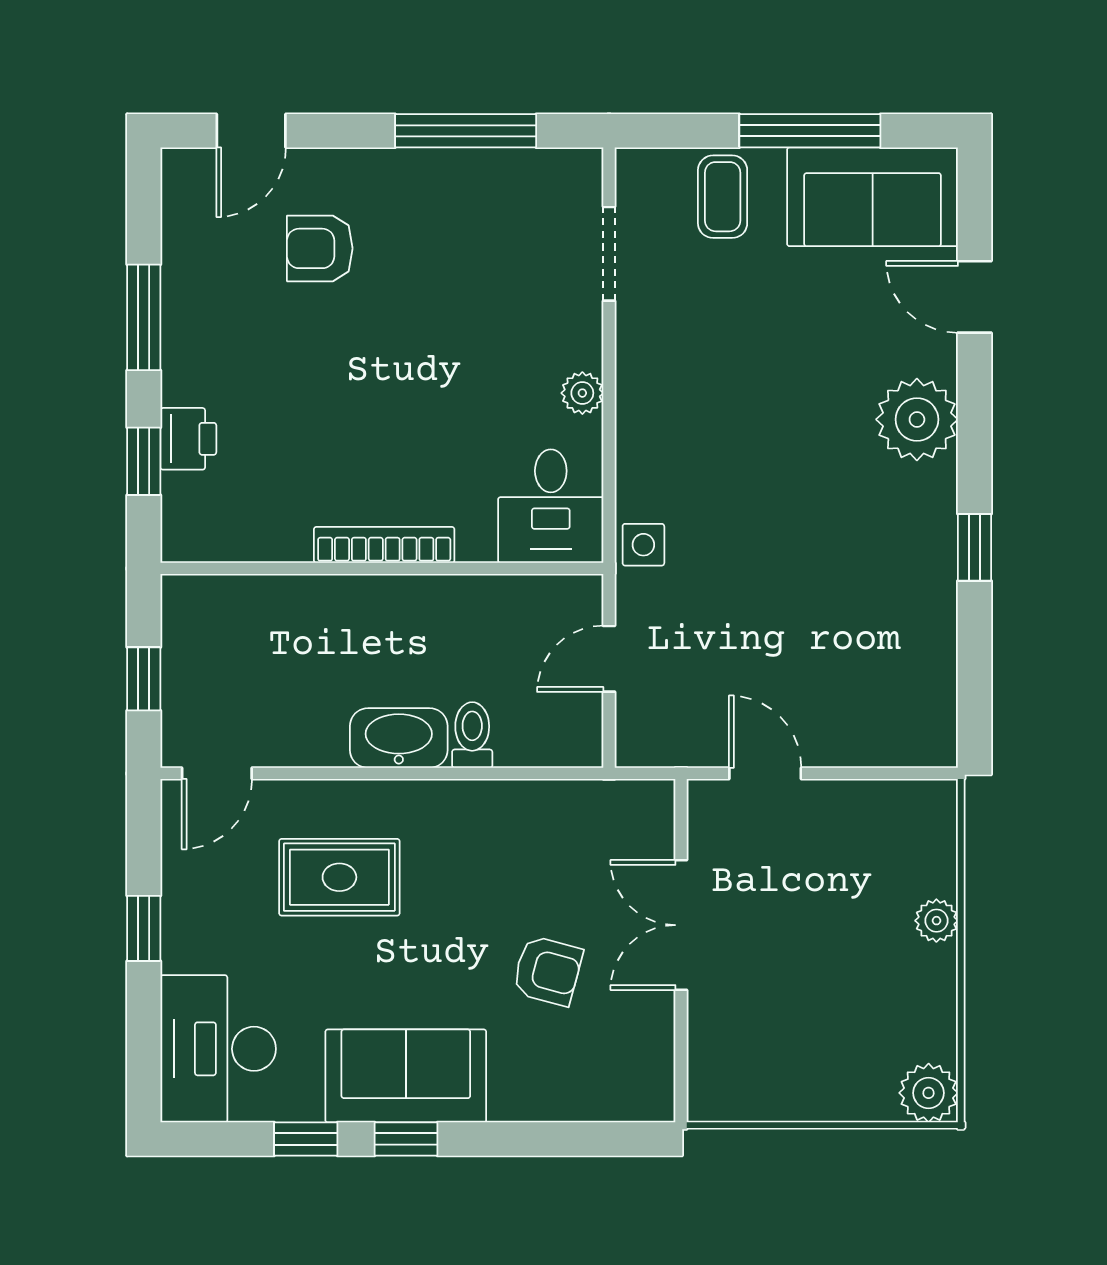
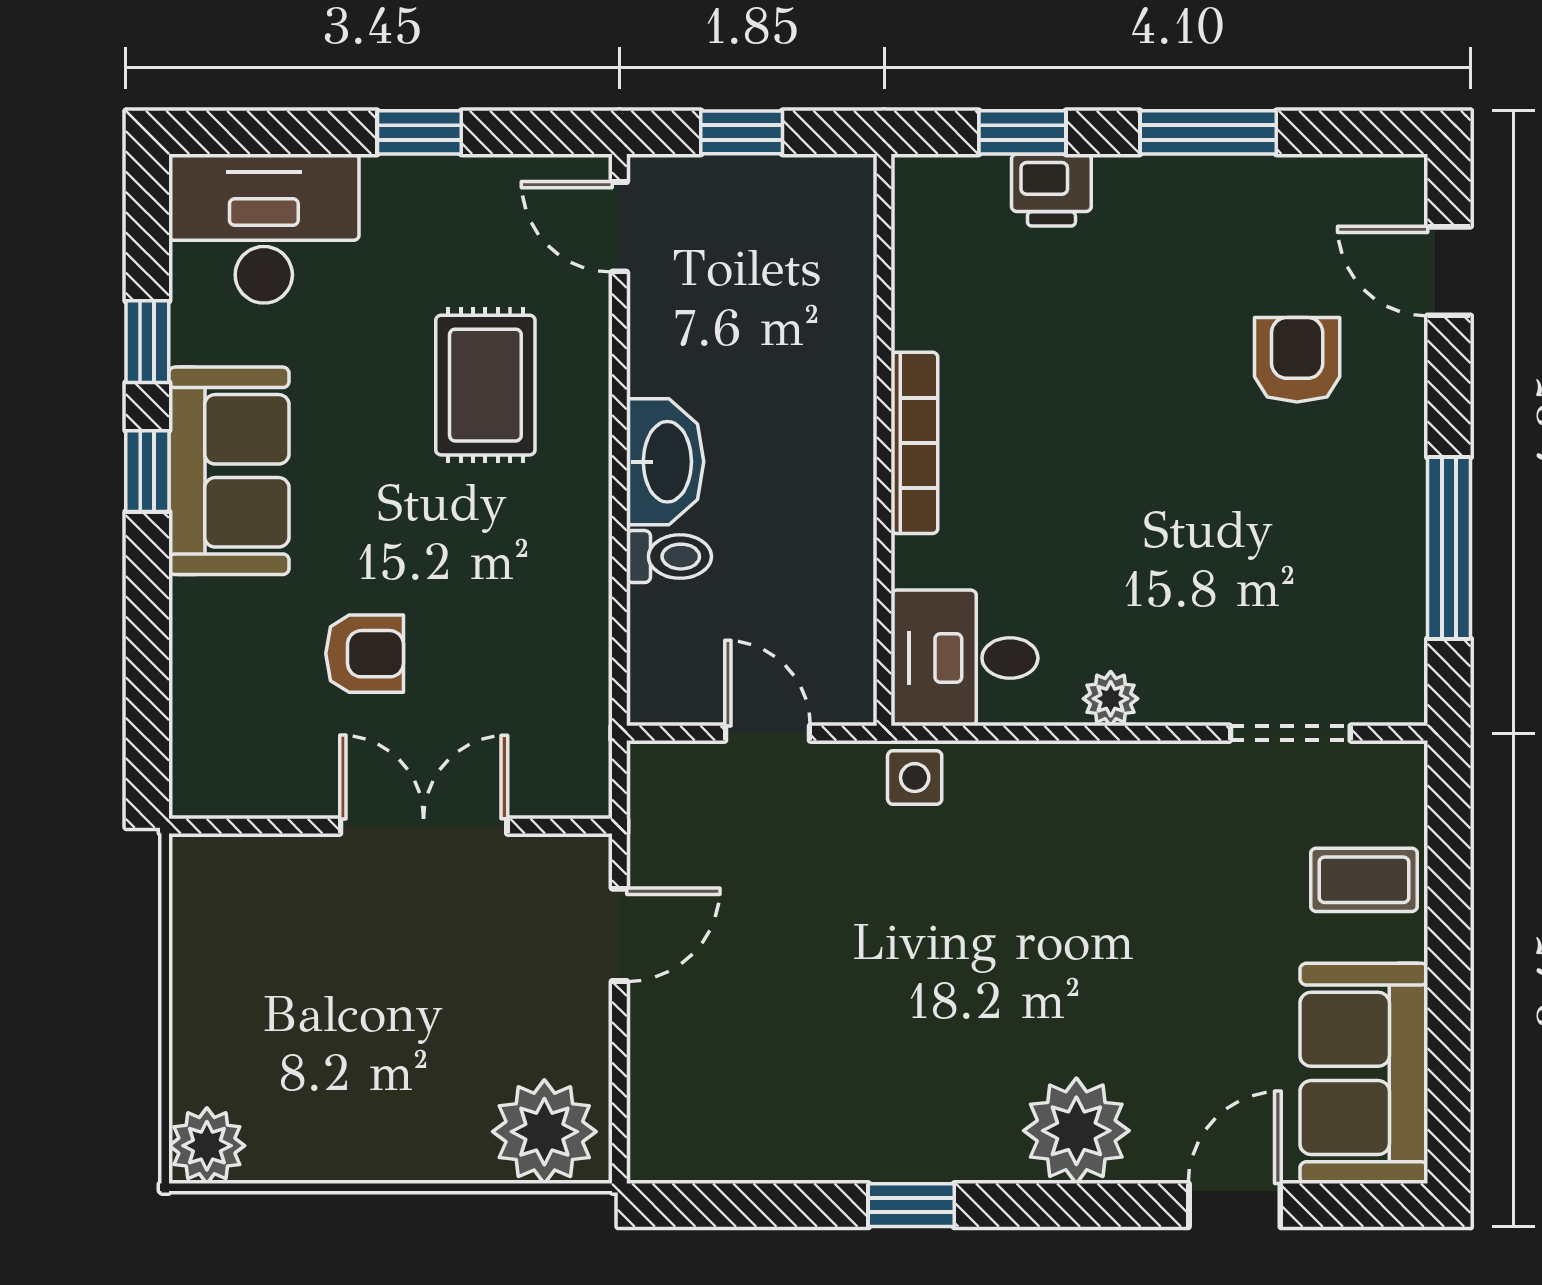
window: (810, 131) -> (1449, 993), removed
plant: (936, 921) -> (544, 1132), moved, width x1.87, depth x1.87
armchair: (547, 971) -> (365, 654), turned -105

